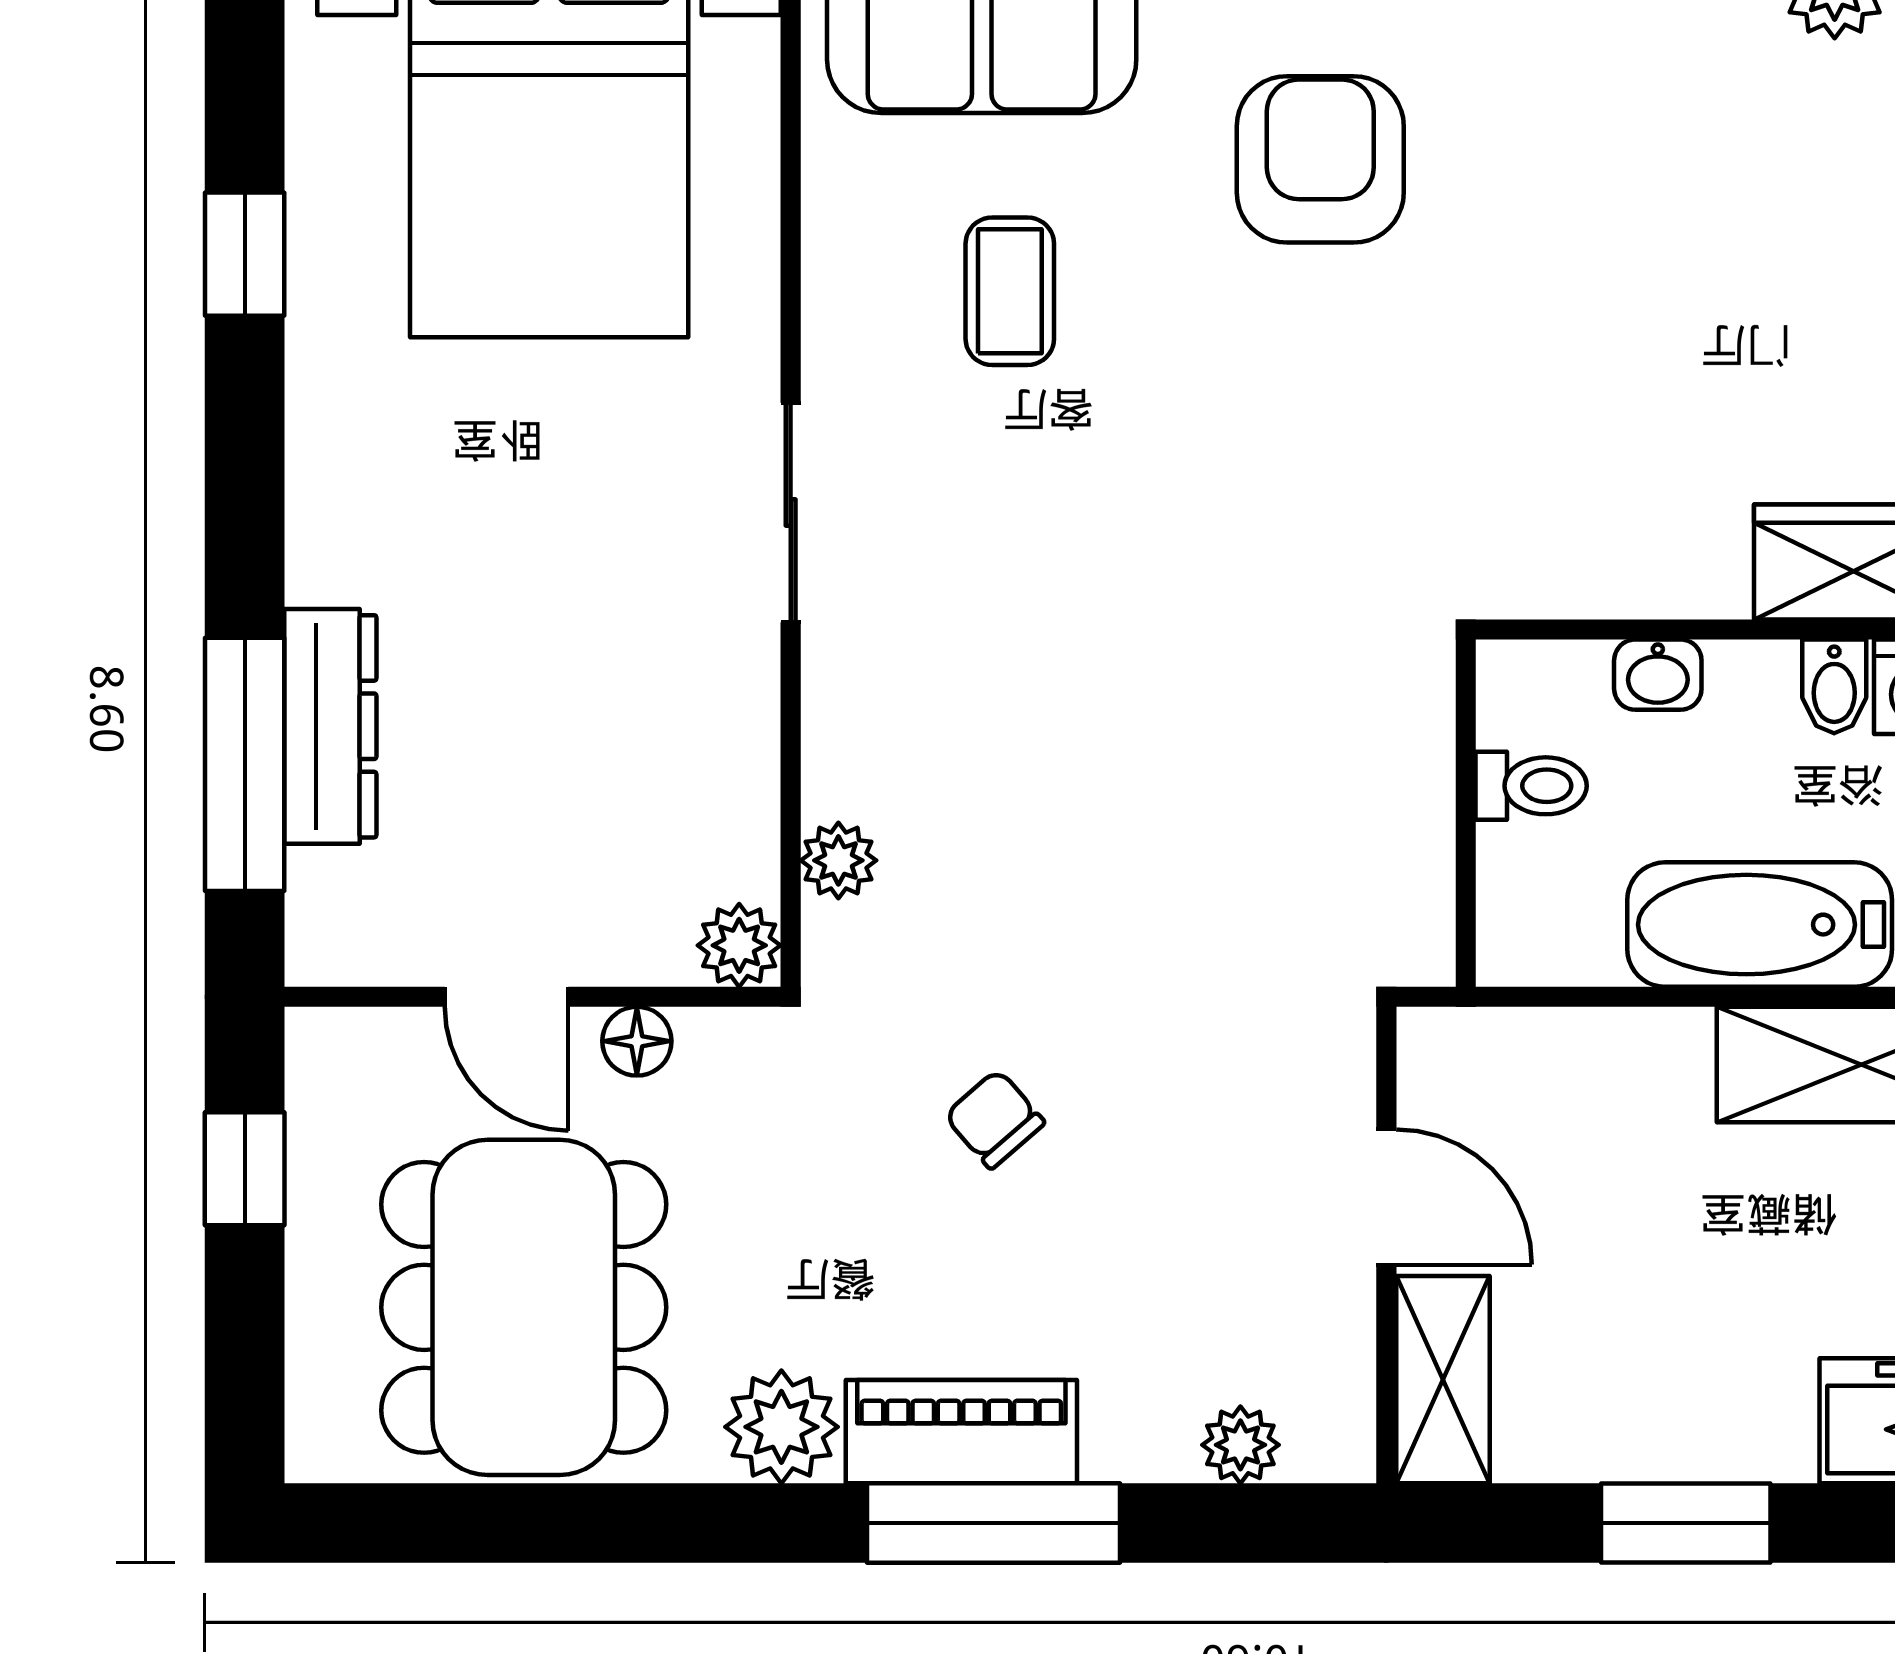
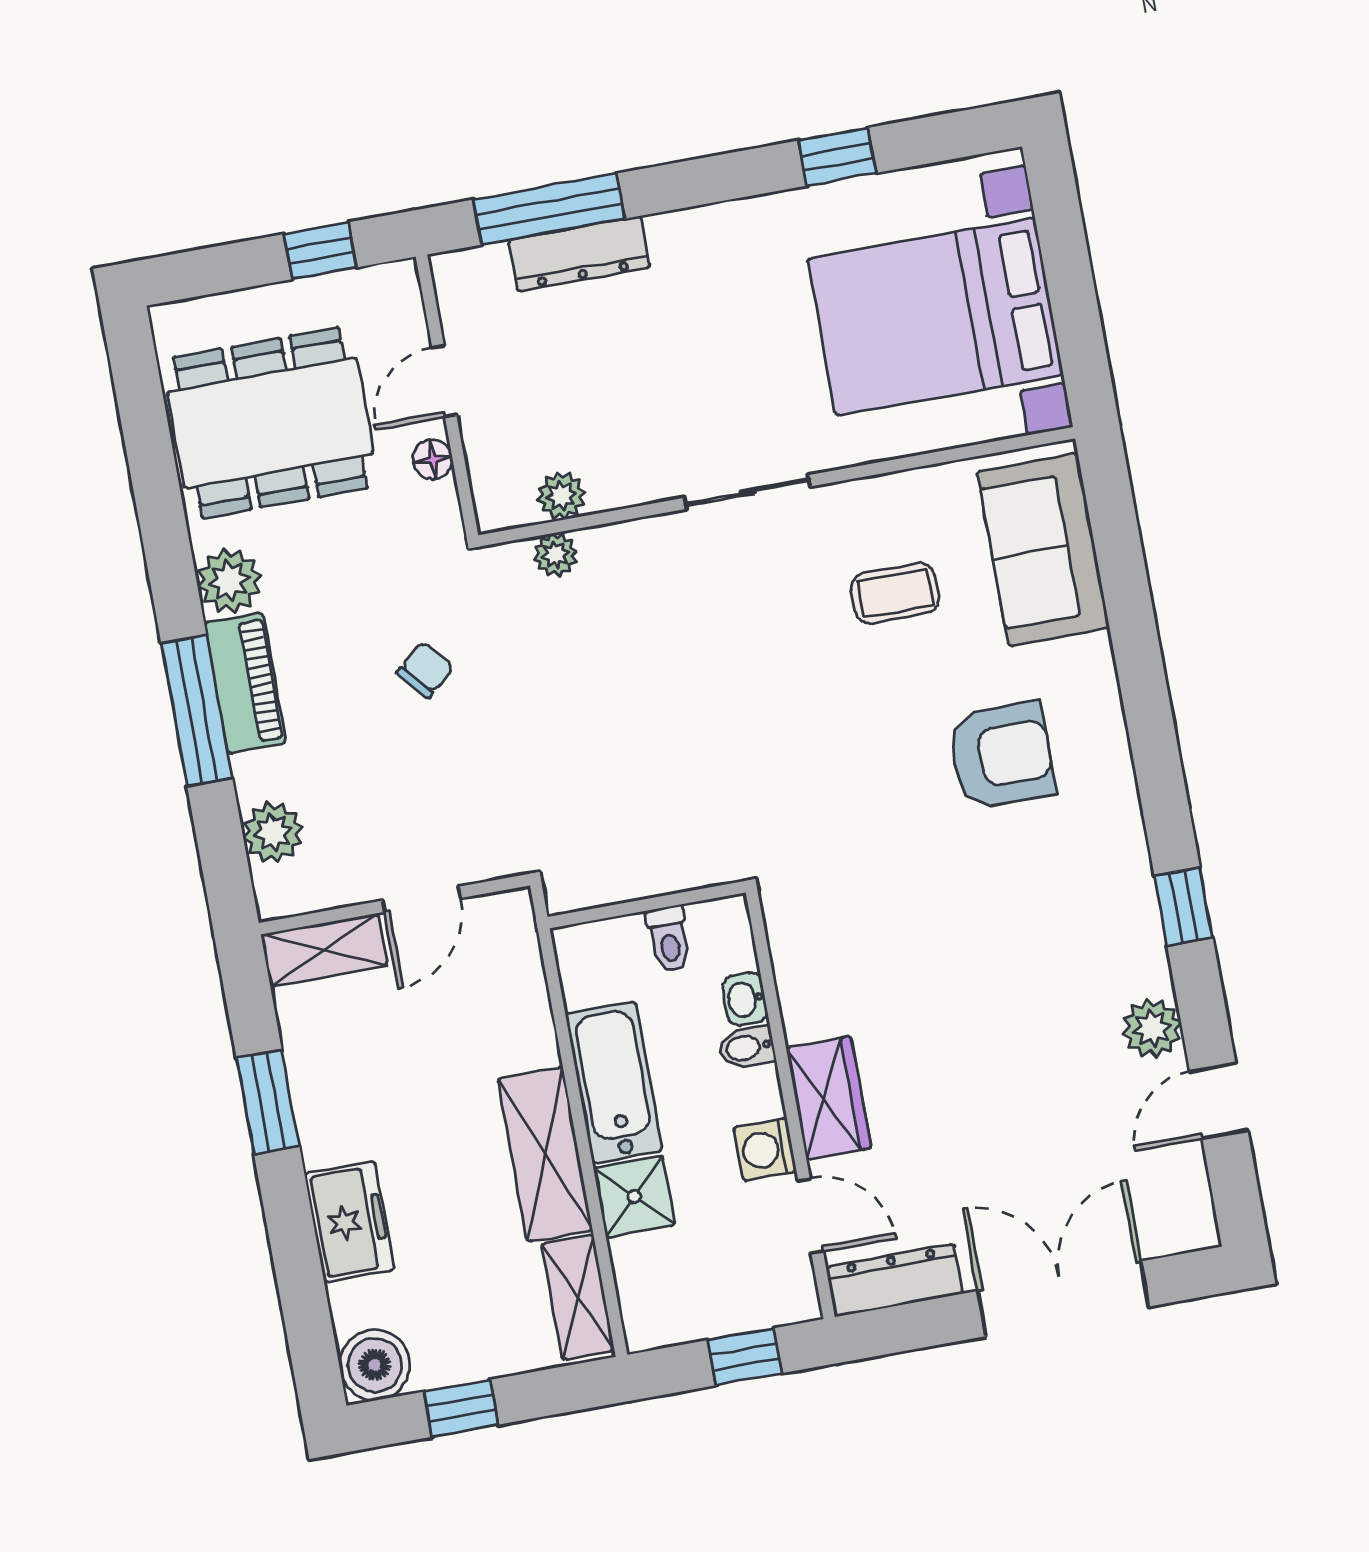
bidet: (1834, 686) -> (747, 1048), moved
plant: (739, 945) -> (561, 496), moved
plant: (1240, 1445) -> (273, 833), width x1.38, depth x1.38

